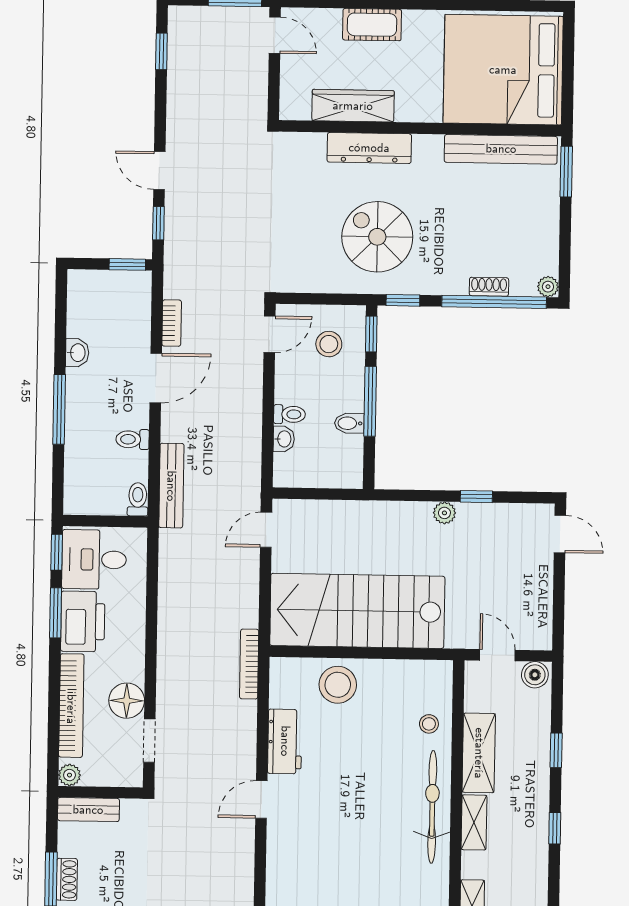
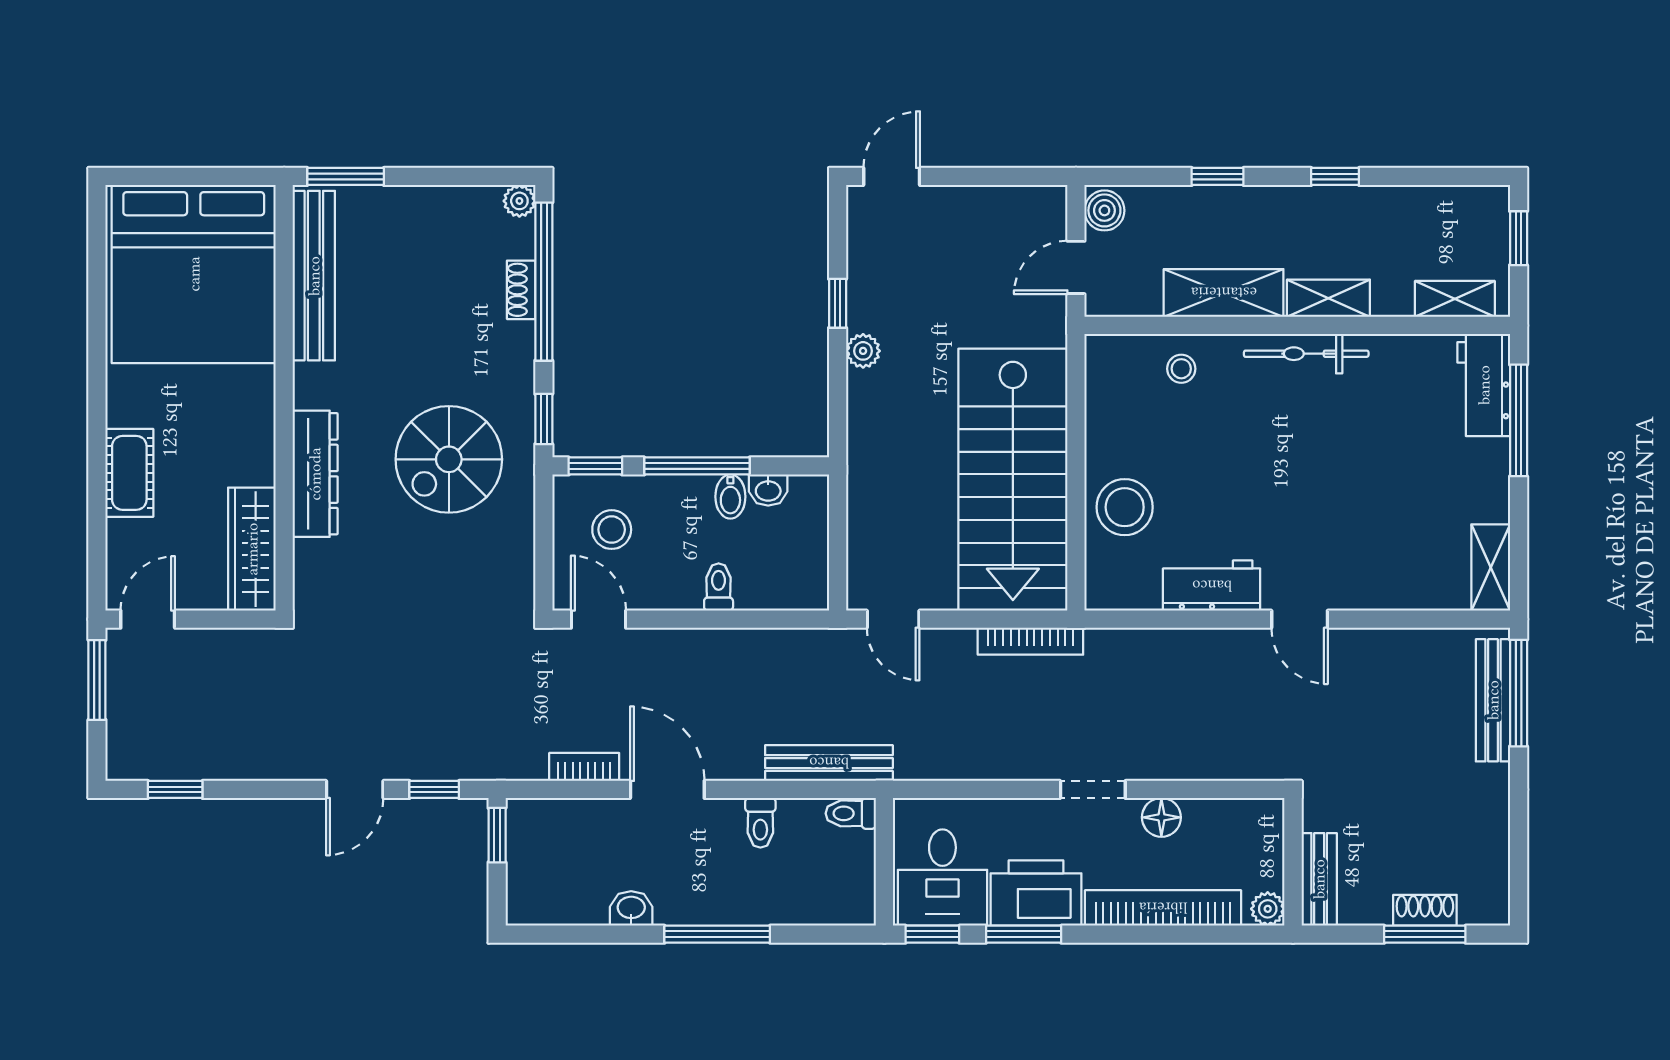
wardrobe: (353, 106) -> (252, 549), moved
washbasin: (284, 439) -> (768, 490), moved, turned 180
bookcase: (249, 664) -> (1030, 641), moved
floor lamp: (127, 701) -> (1161, 817), width x0.73, depth x0.73
doorway: (149, 741) -> (1093, 789), moved
bicycle: (432, 807) -> (1306, 354), width x0.73, depth x0.71

